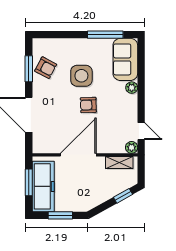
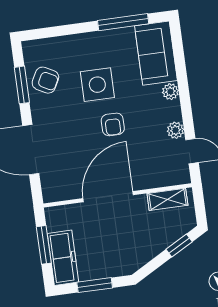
armchair: (88, 105) -> (113, 124), turned -88
plant: (132, 147) -> (175, 130), moved
freezer: (43, 186) -> (63, 258), width x0.73, depth x0.79

